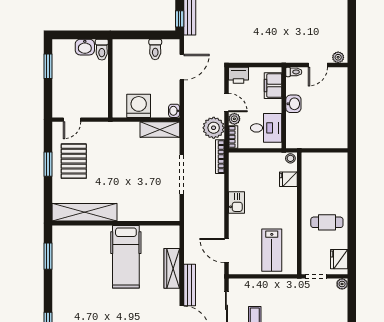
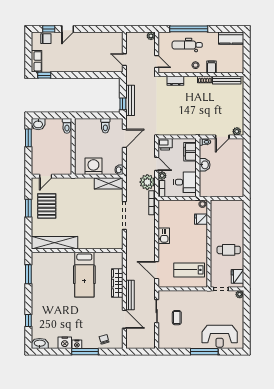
washbasin: (85, 47) -> (38, 124), moved
lab bench: (272, 250) -> (189, 270), turned 90

